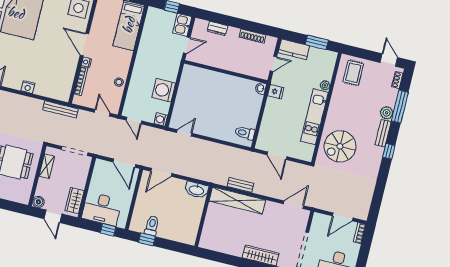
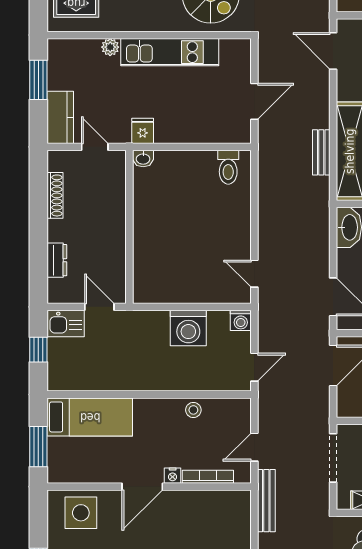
door: (102, 113) -> (254, 447), moved

